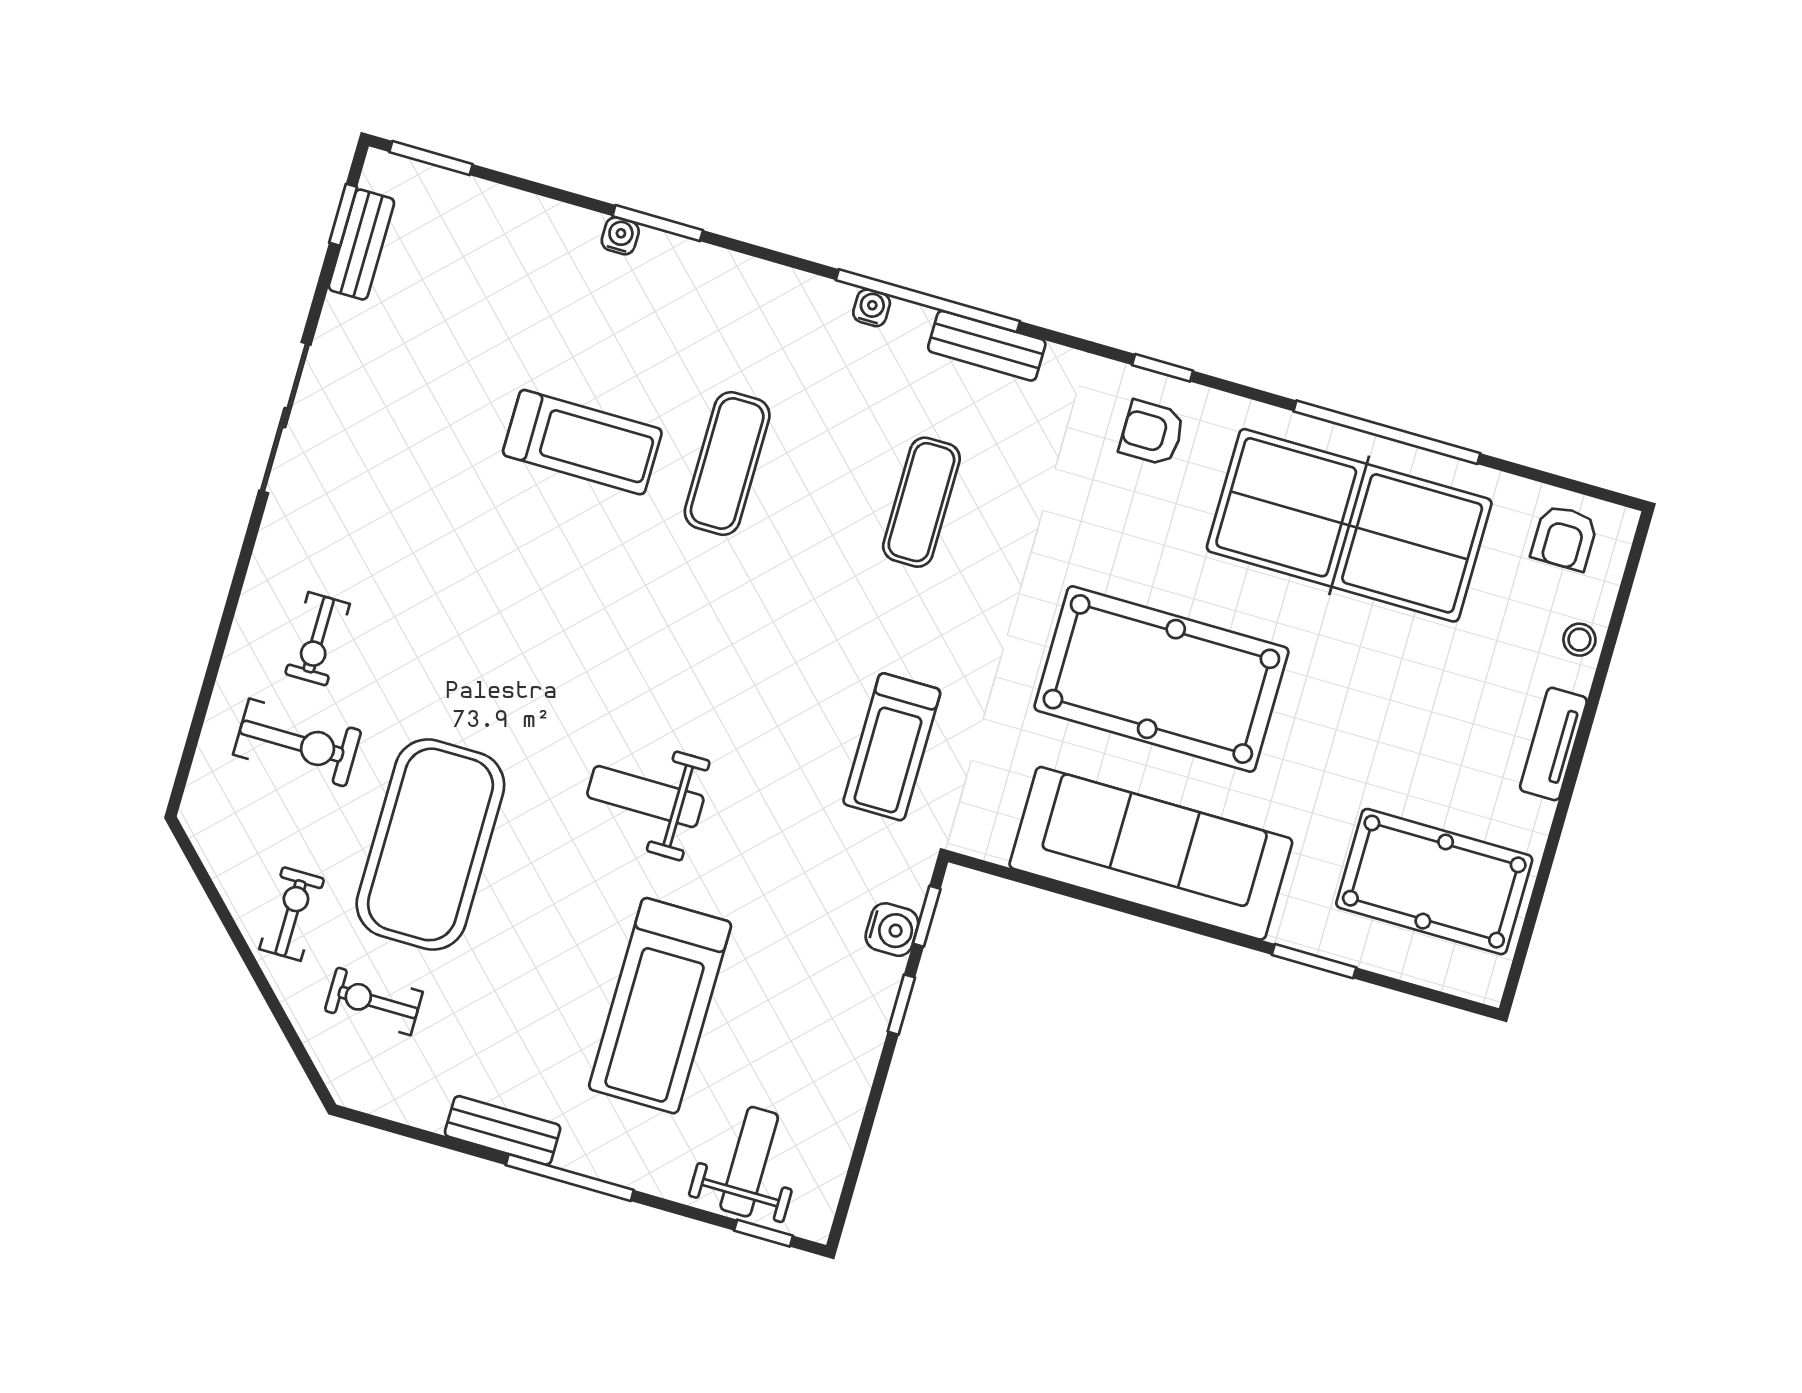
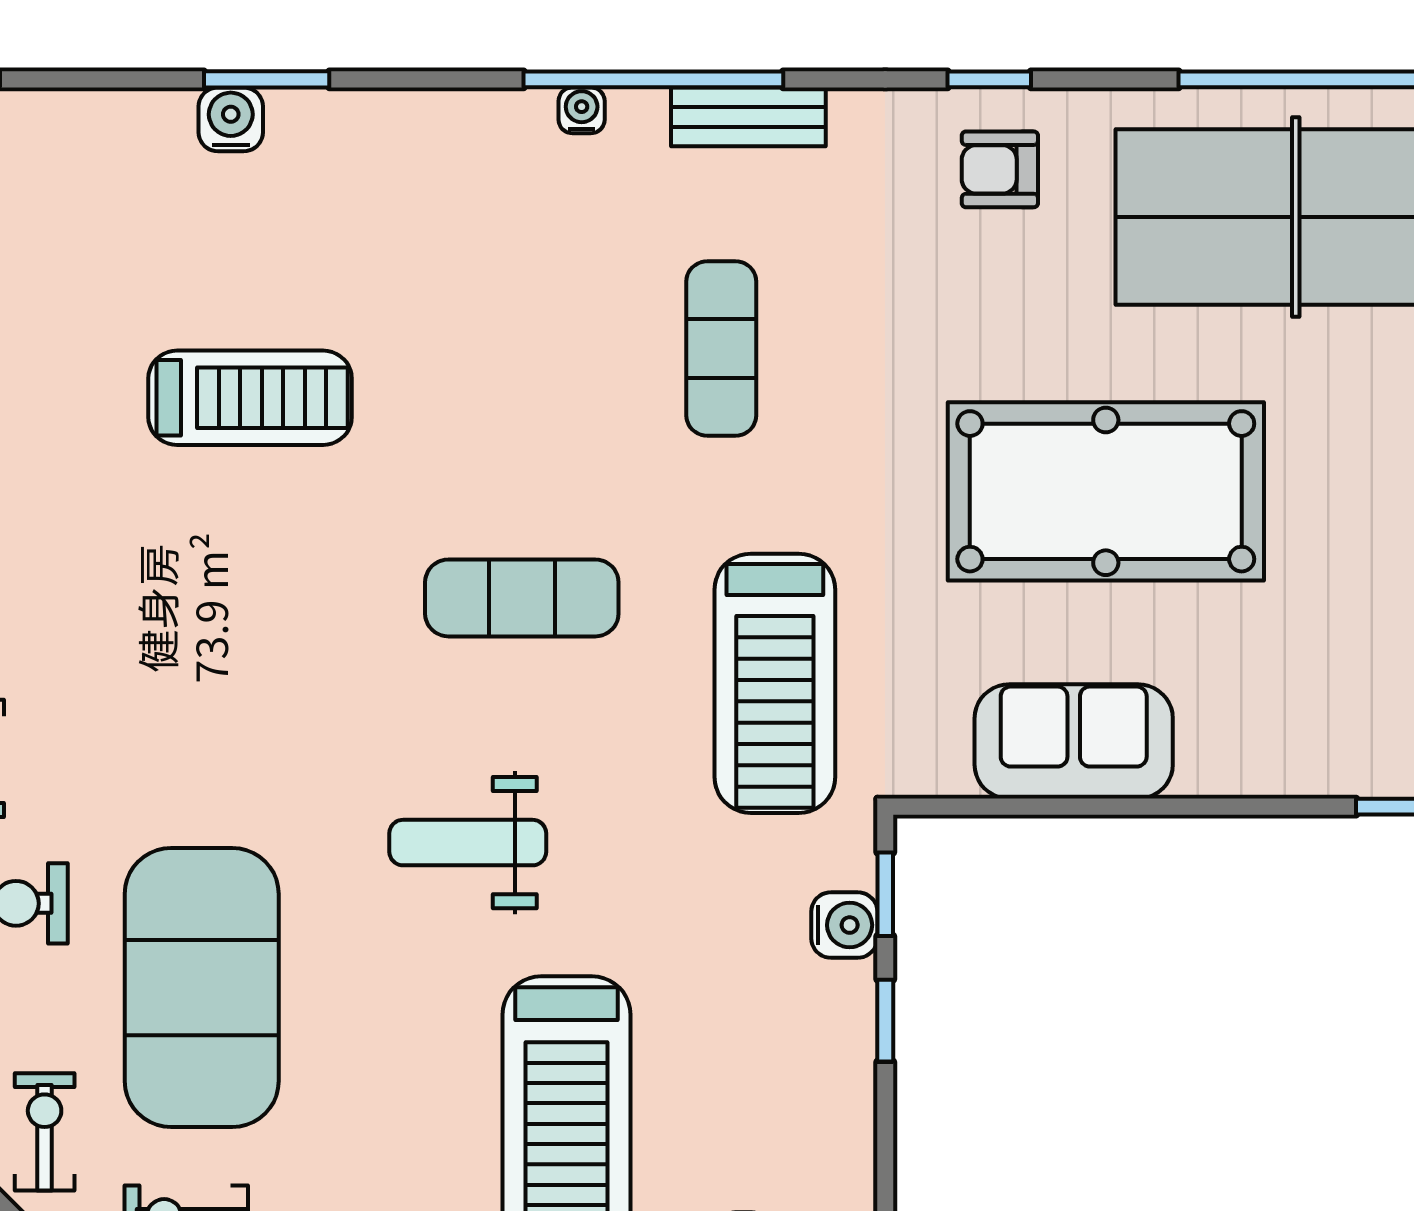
water cooler: (620, 236) -> (231, 119), width x1.38, depth x1.38
exercise mat: (727, 464) -> (522, 598), moved, turned 90
treadmill: (892, 747) -> (775, 683), width x1.37, depth x1.38
sofa: (1151, 853) -> (1074, 741), width x0.54, depth x0.79

